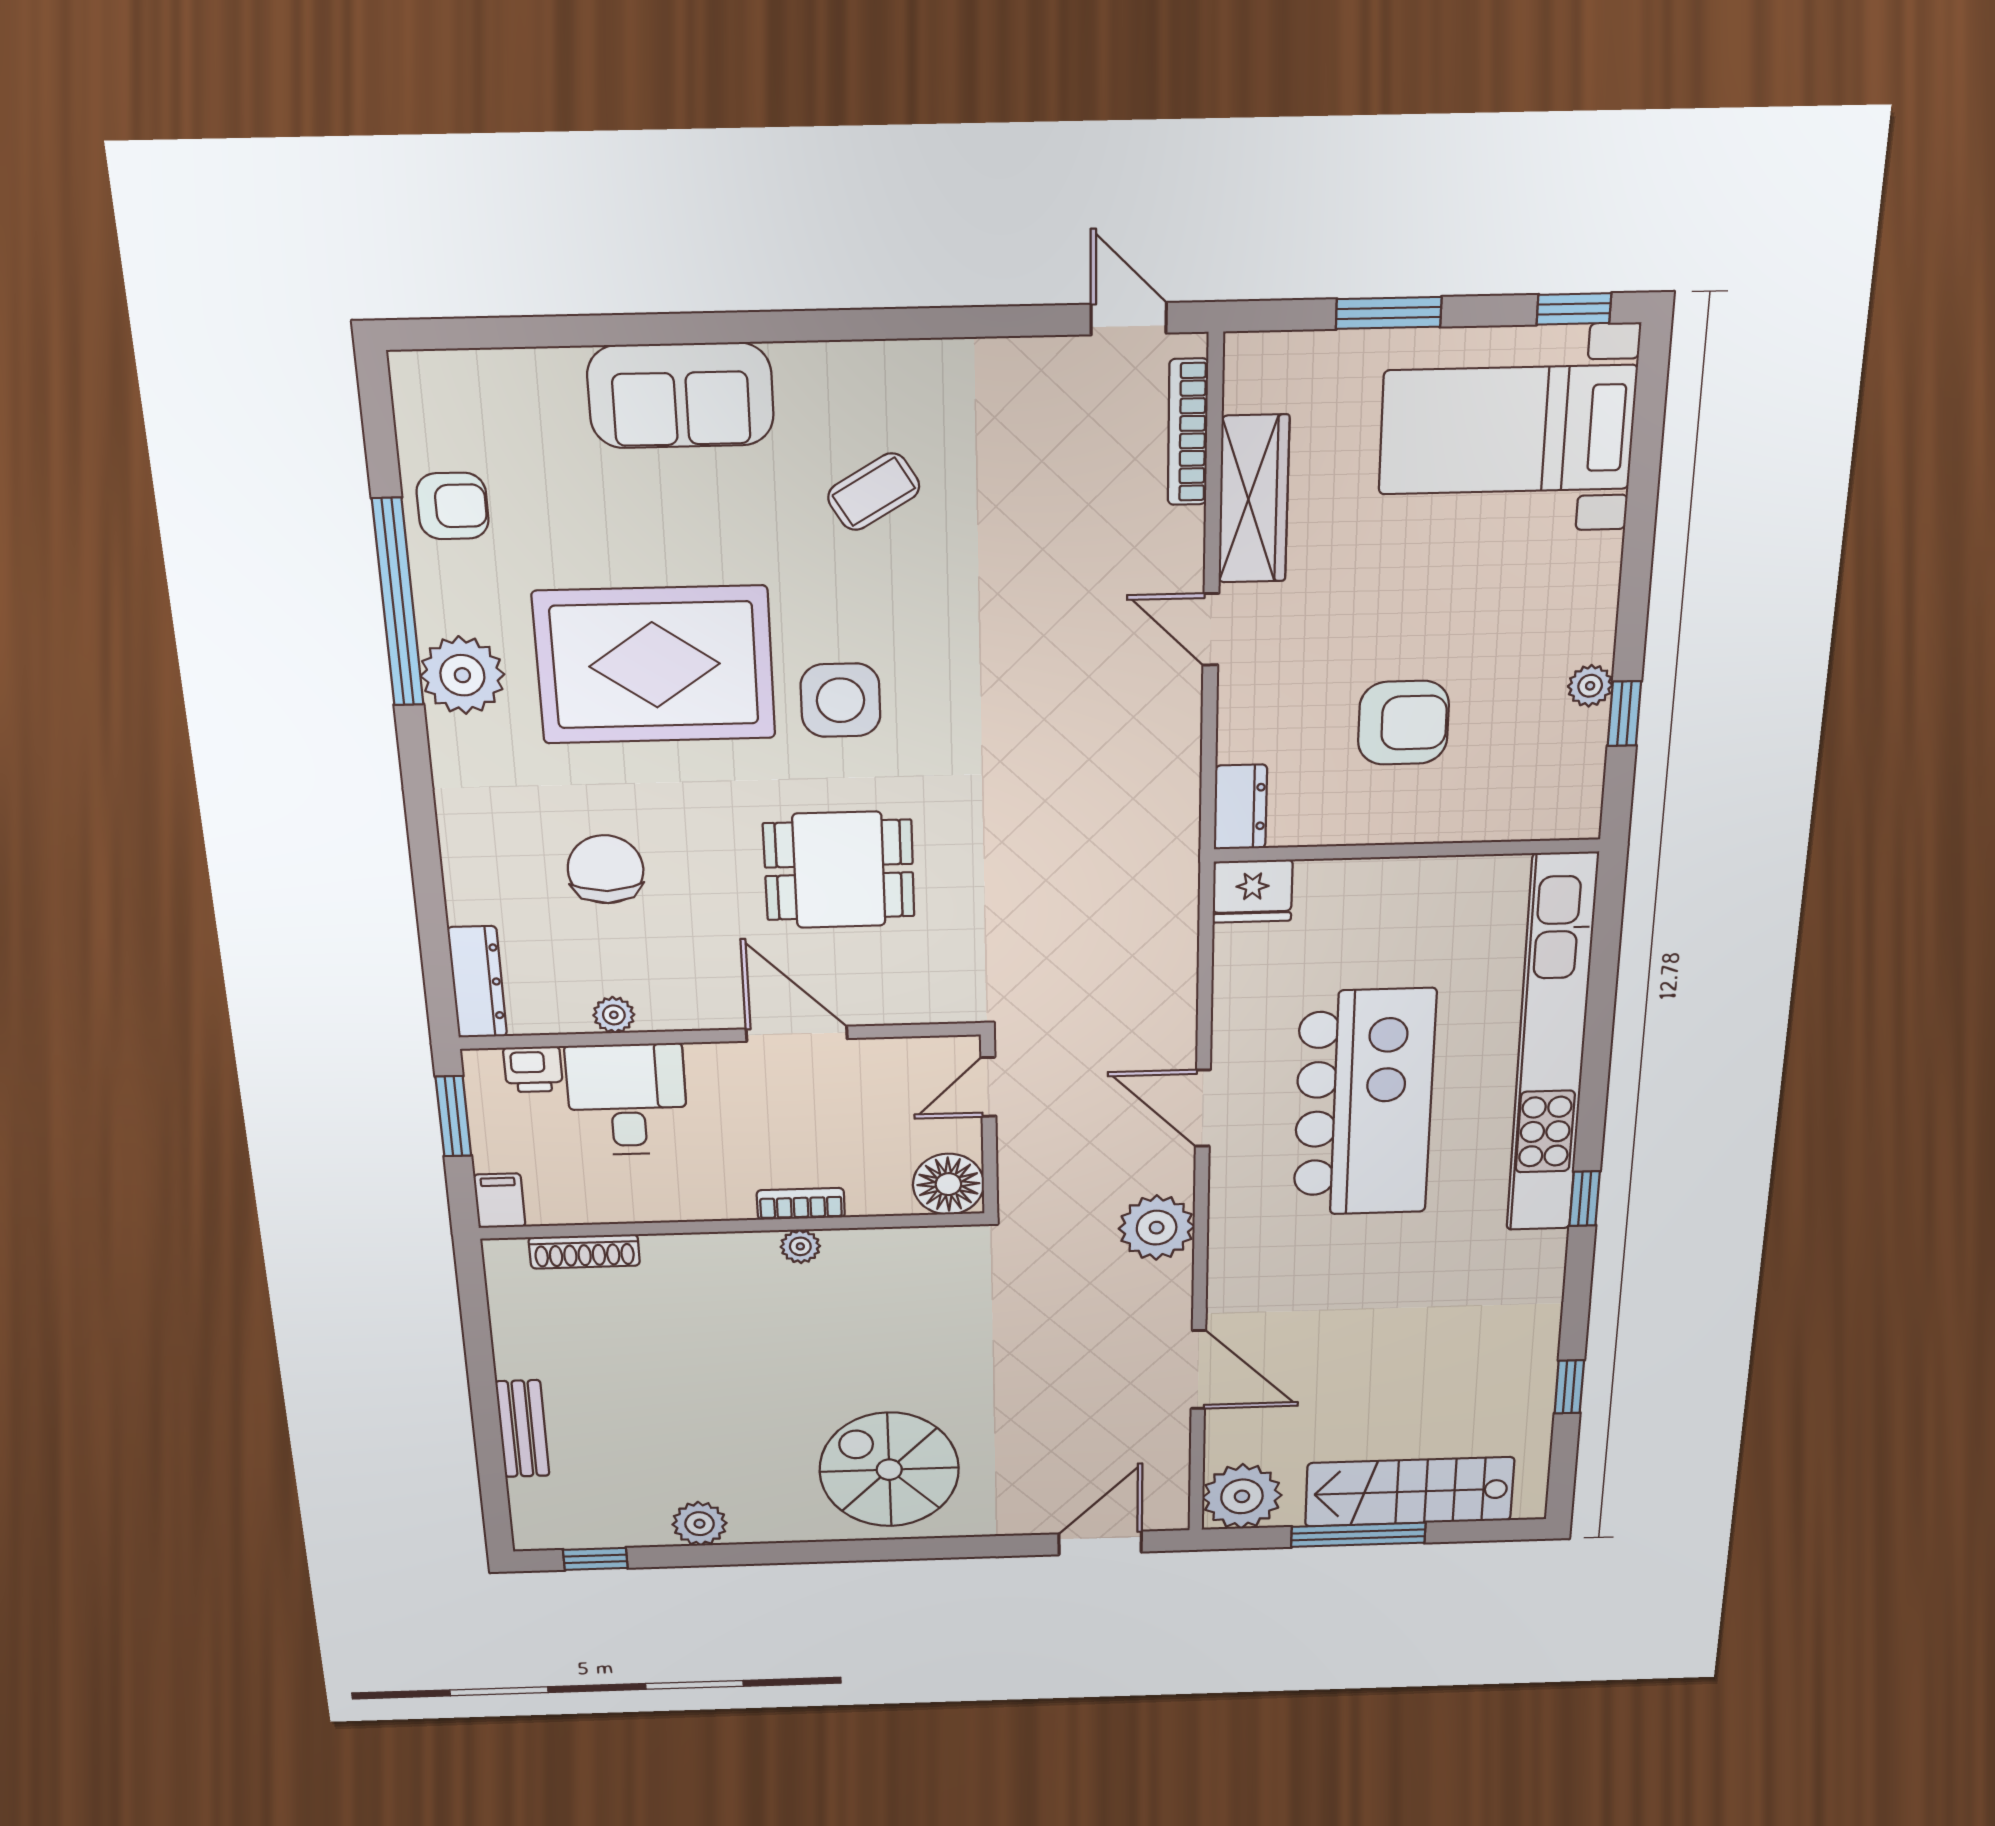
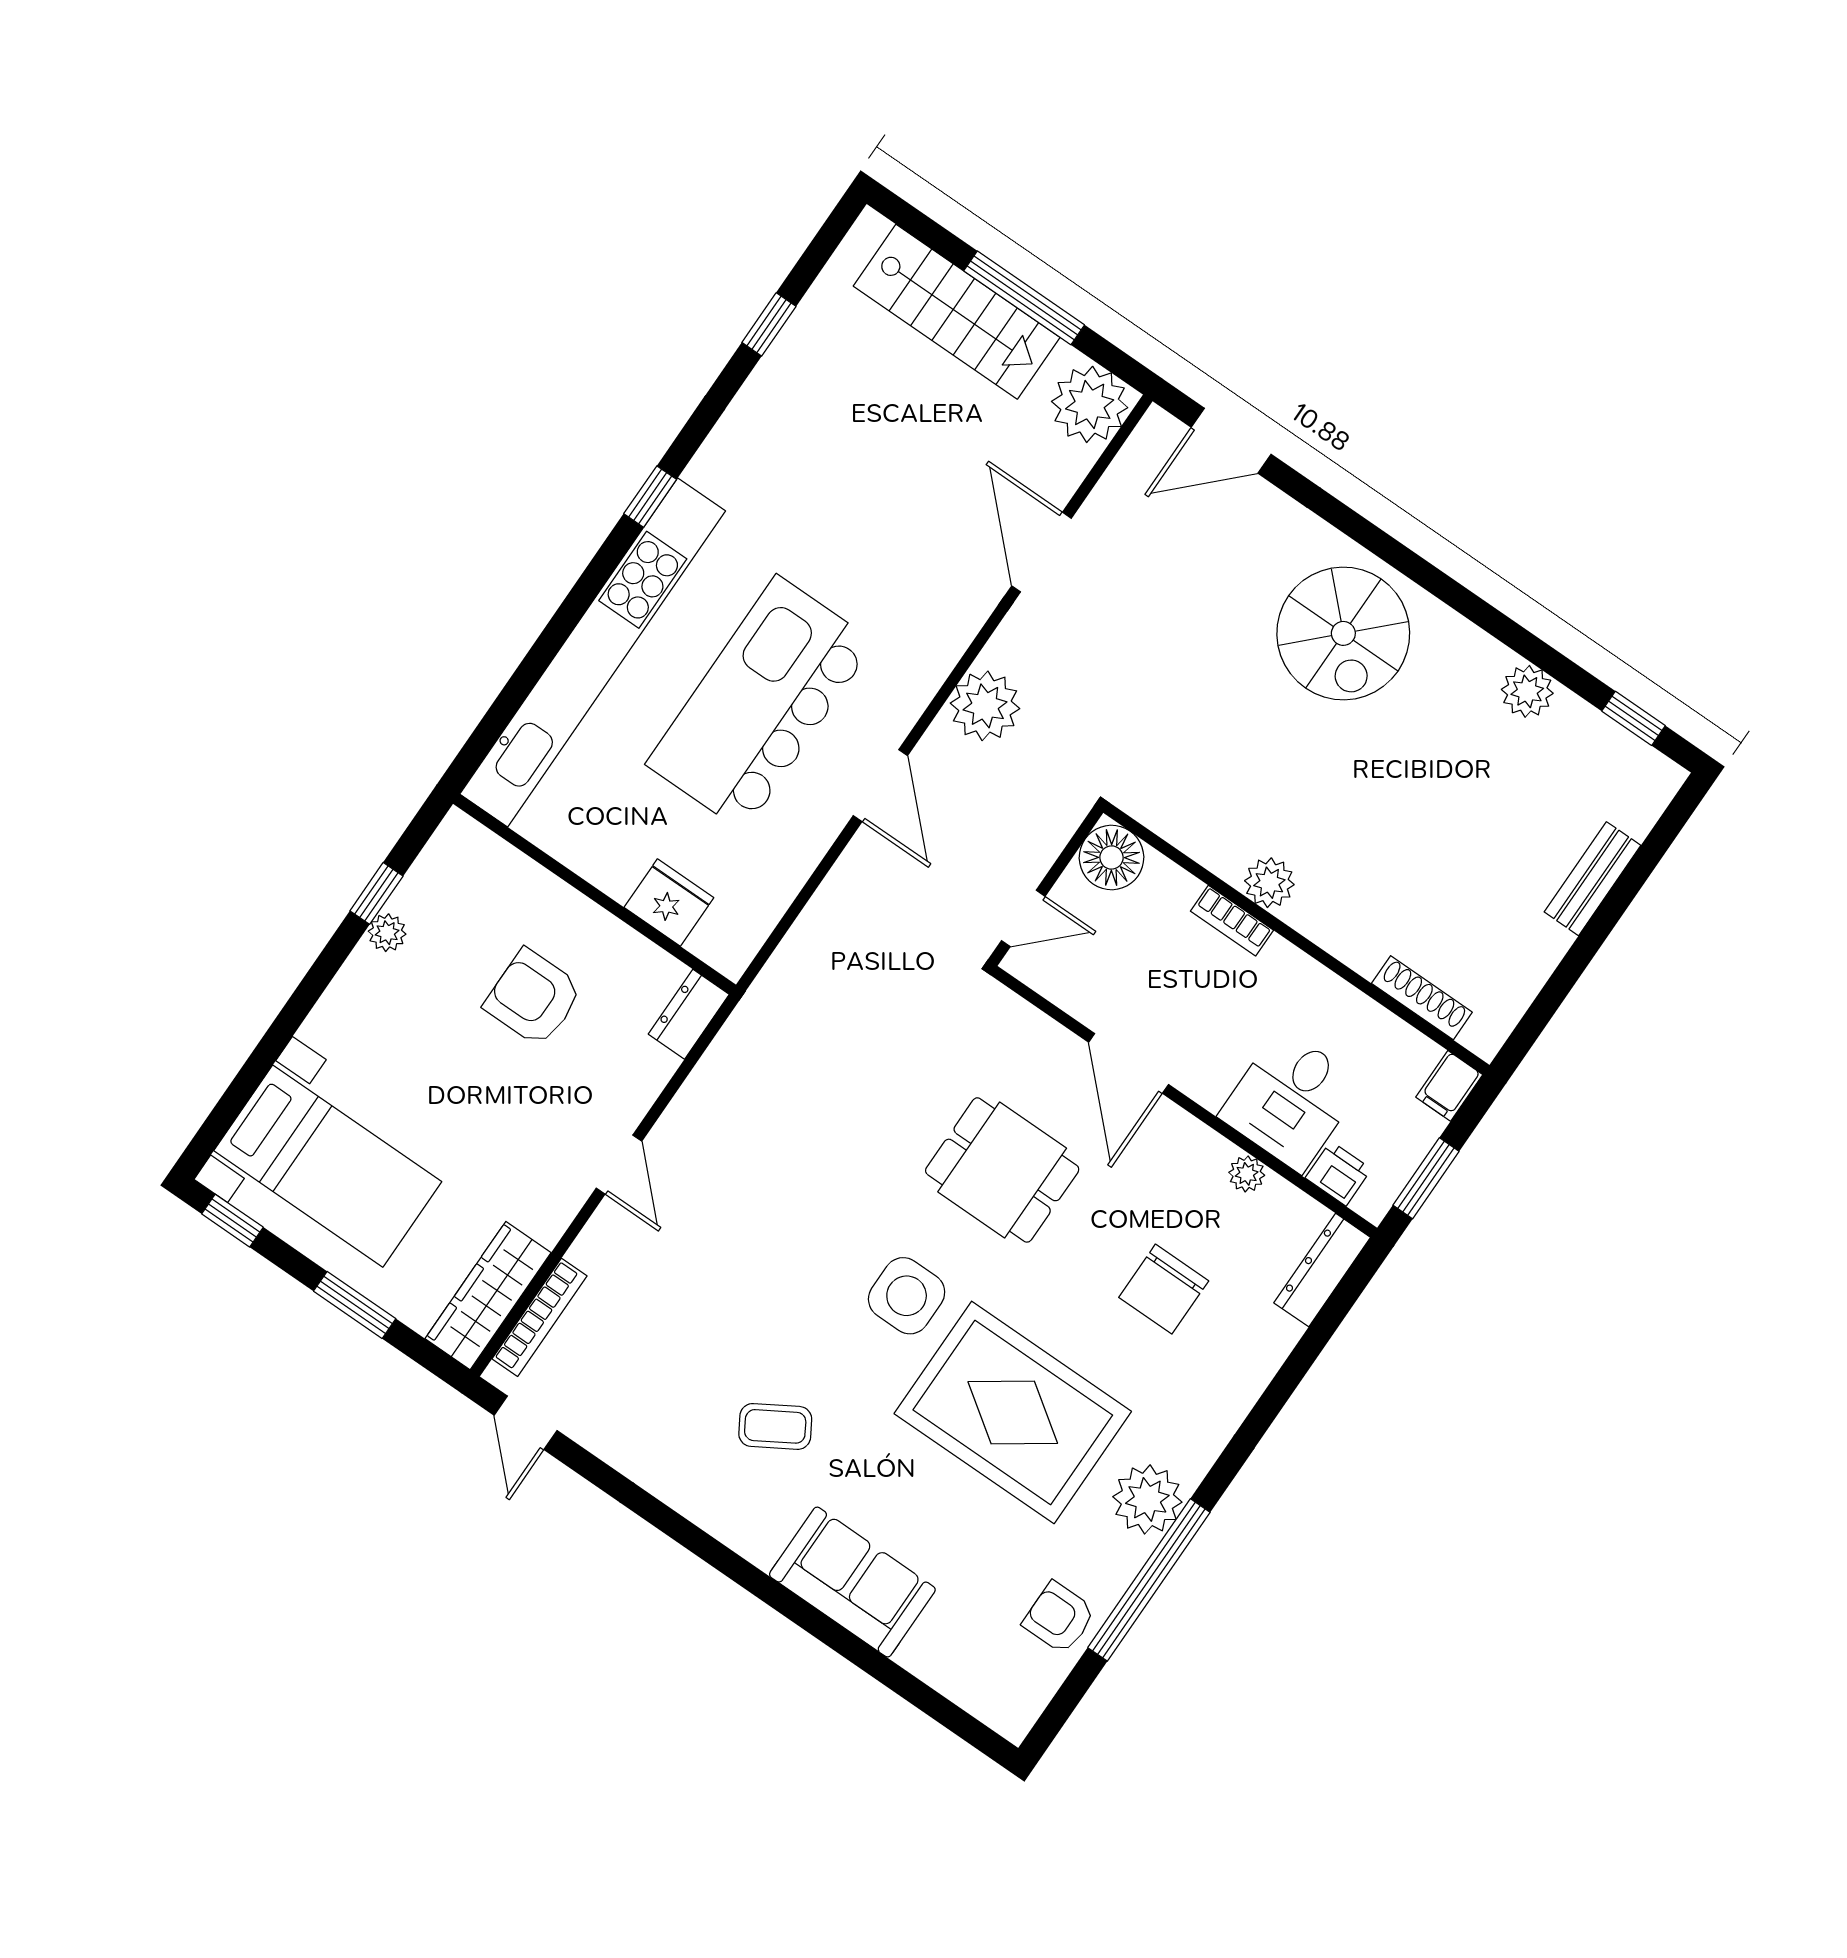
wardrobe: (1254, 499) -> (488, 1296), moved
fridge: (1252, 891) -> (669, 903), moved
plant: (800, 1246) -> (1269, 883), width x1.38, depth x1.38

